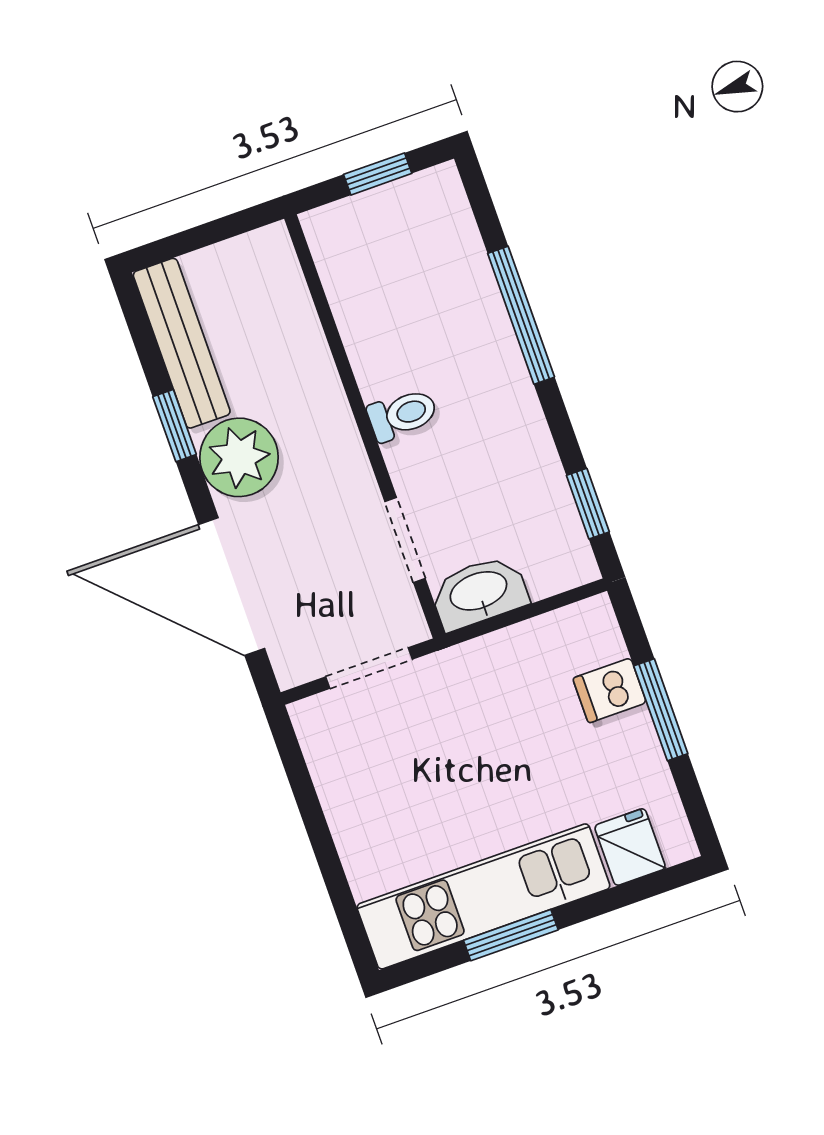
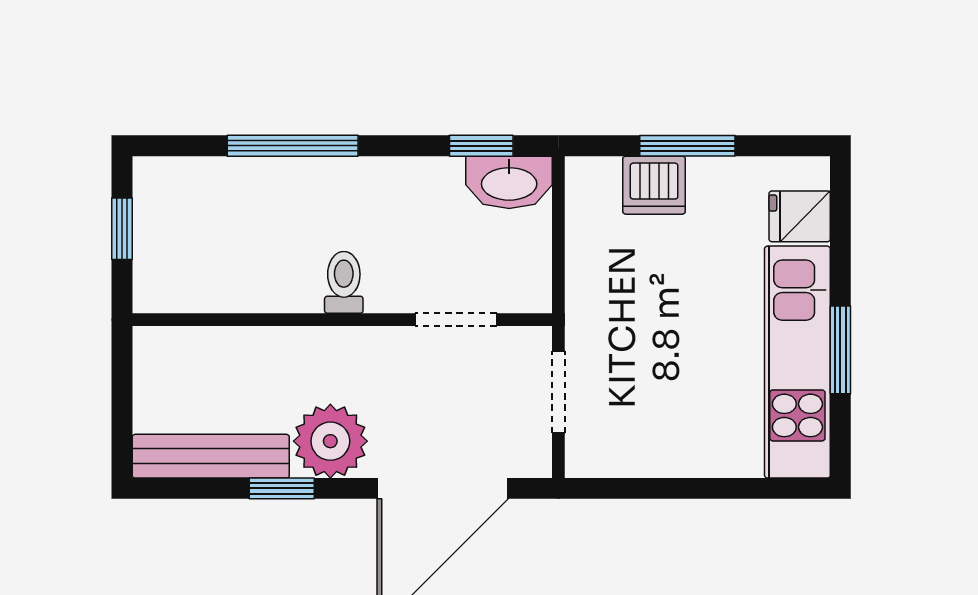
washbasin: (479, 592) -> (509, 182), moved, turned -90
dishwasher: (610, 690) -> (654, 185), width x1.38

